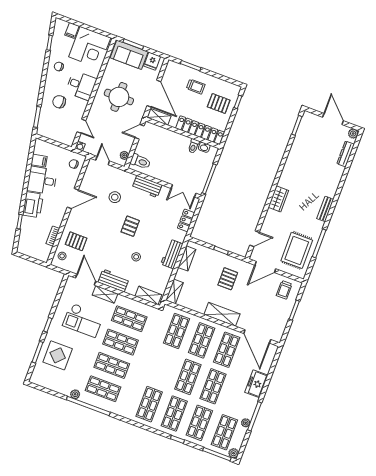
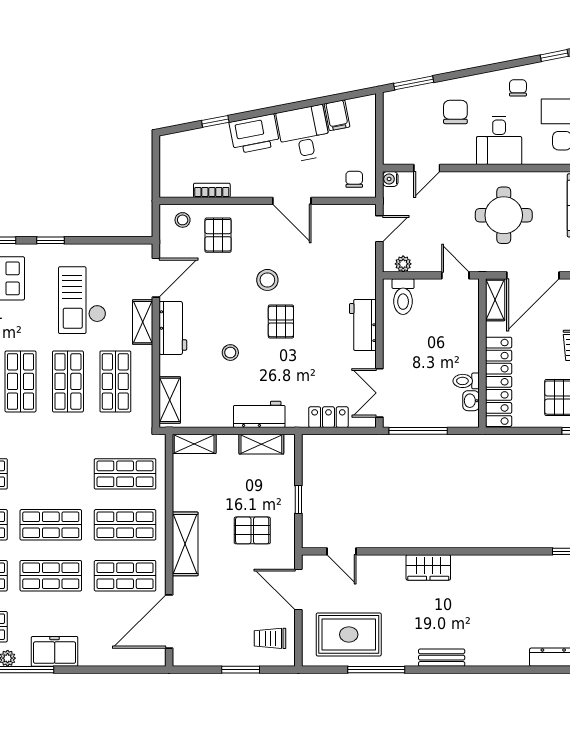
stool: (115, 197) -> (267, 280), moved
pallet: (130, 226) -> (281, 321), turned 90
freezer: (256, 384) -> (55, 651), moved

